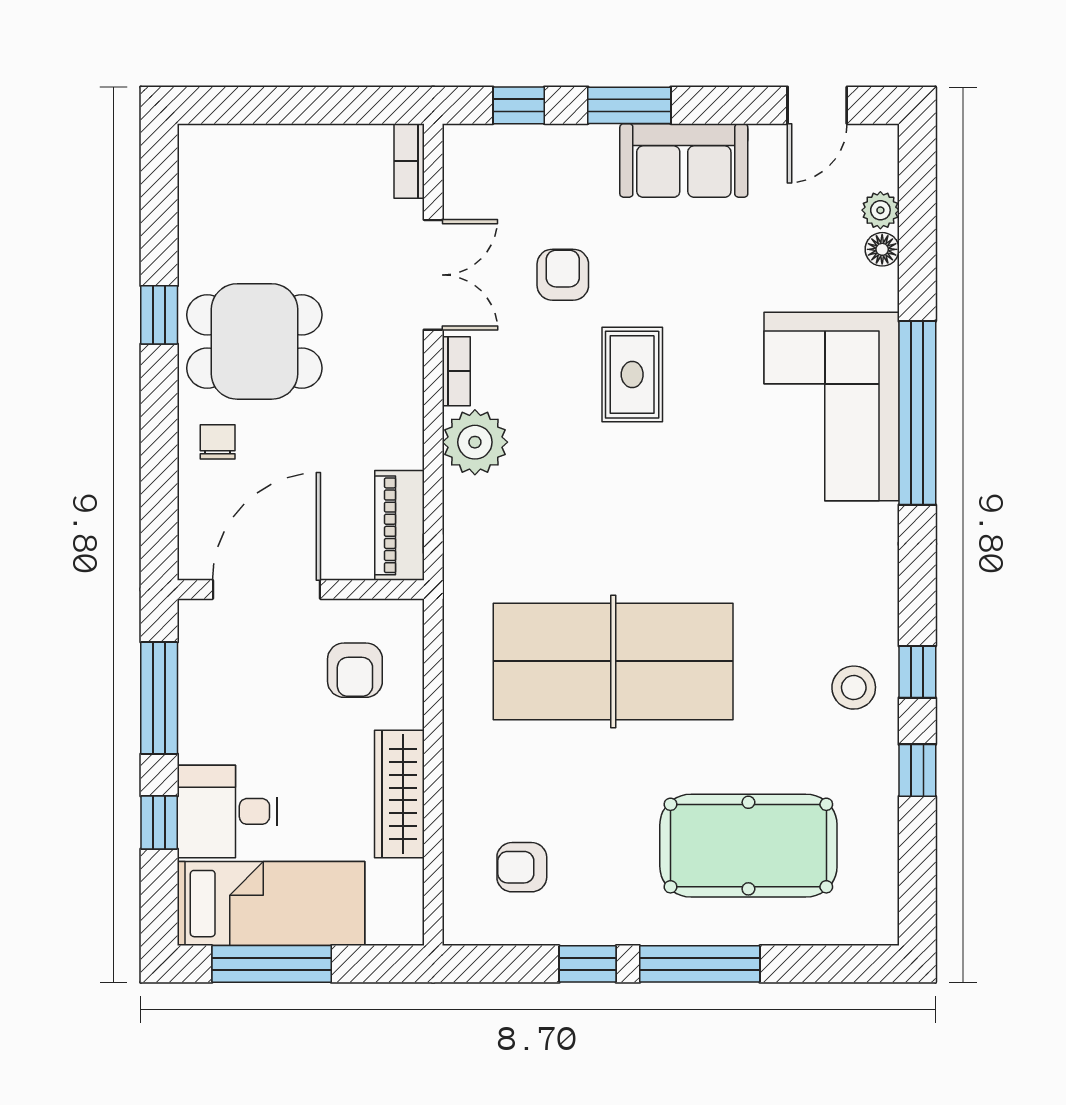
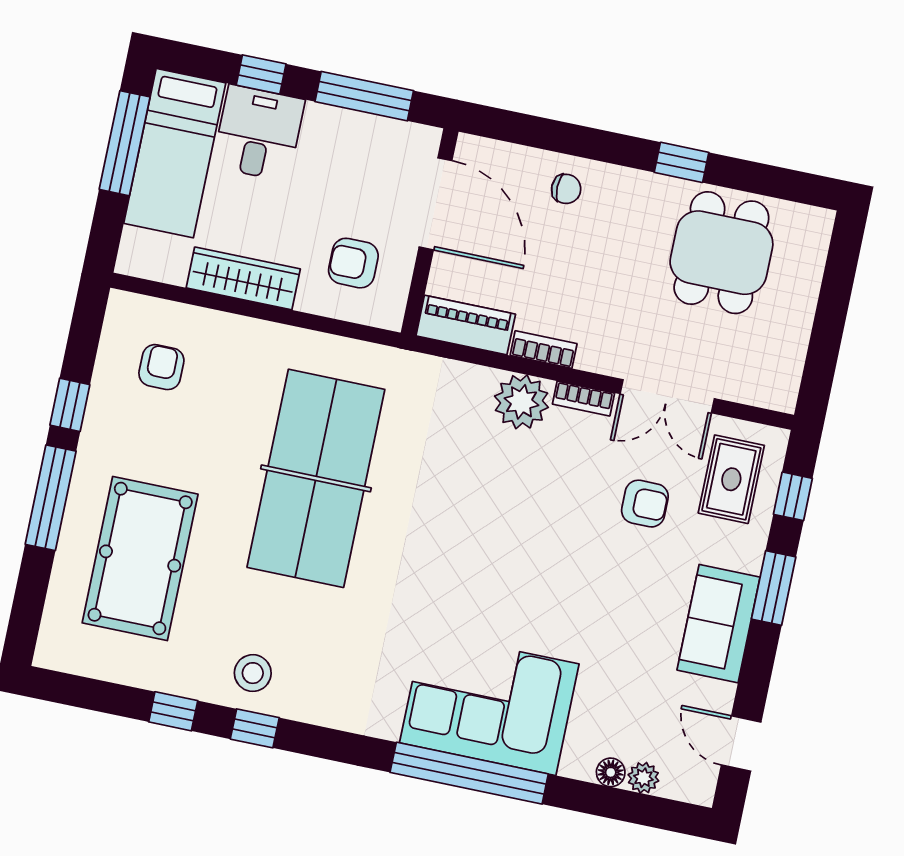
bookcase: (409, 161) -> (544, 350), moved
dining table: (254, 341) -> (721, 253), moved
rug: (632, 375) -> (731, 479), moved, turned 90

